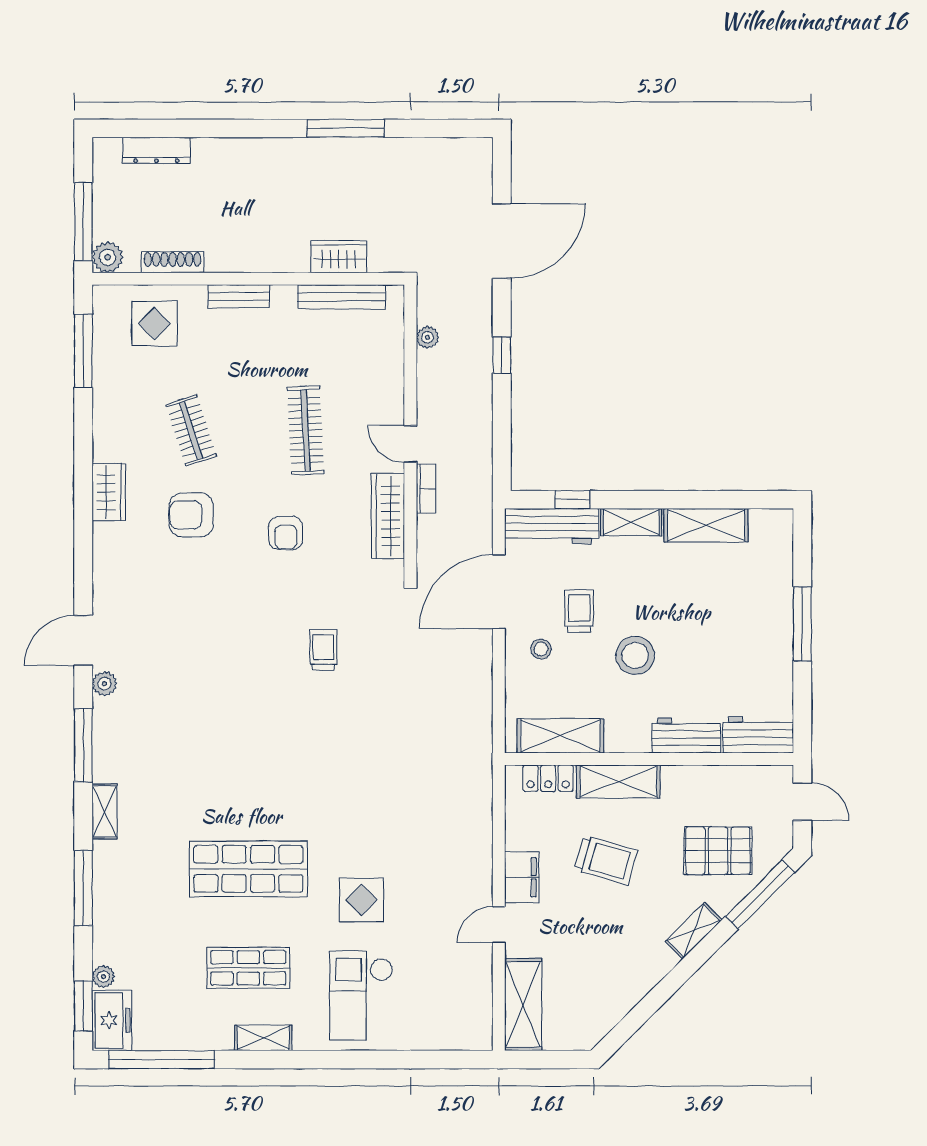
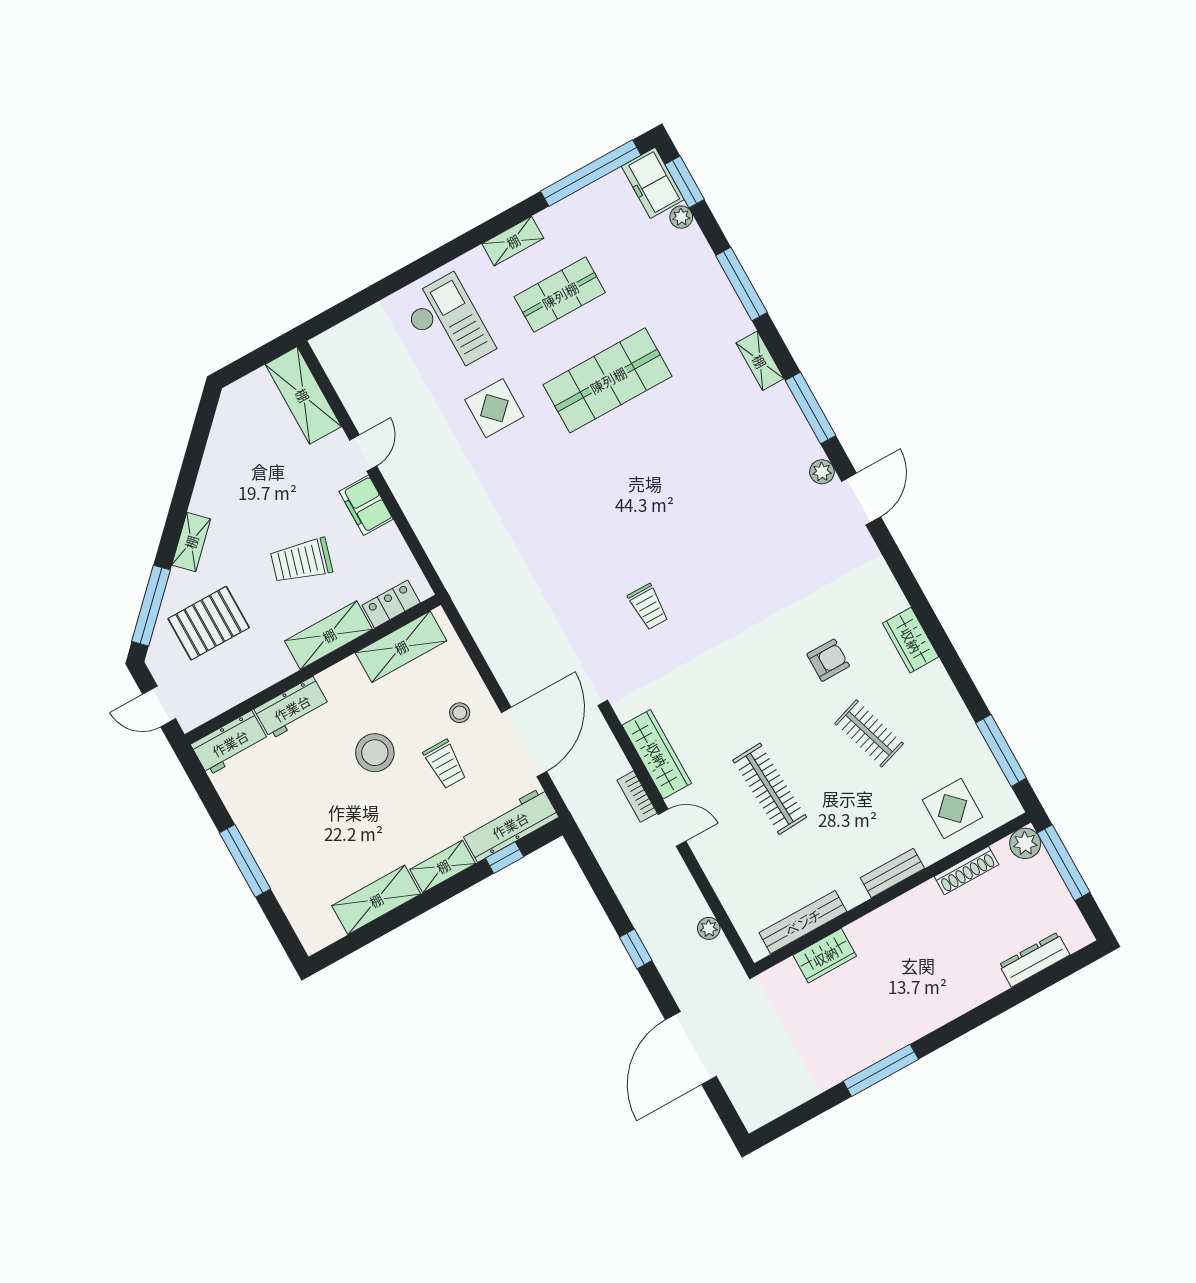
armchair: (191, 515) -> (828, 660), width x0.72, depth x0.72
armchair: (286, 533) -> (737, 690), removed

